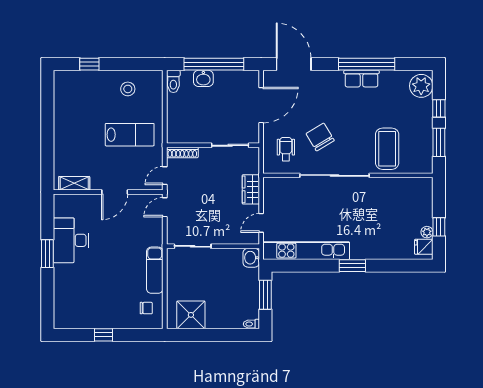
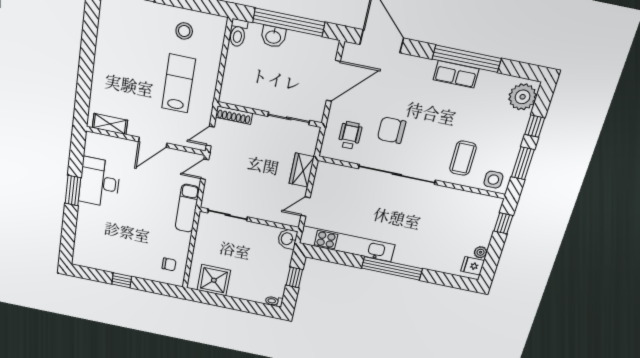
lab bench: (130, 135) -> (178, 84), turned -90
chair: (320, 137) -> (392, 130), turned -59
coffee table: (387, 149) -> (463, 158), width x0.73, depth x0.76
side table: (418, 162) -> (493, 180), added
window: (439, 227) -> (503, 223), moved
window: (352, 266) -> (392, 268), width x2.11
exam couch: (155, 270) -> (187, 208), moved
window: (265, 295) -> (294, 277), width x0.67

